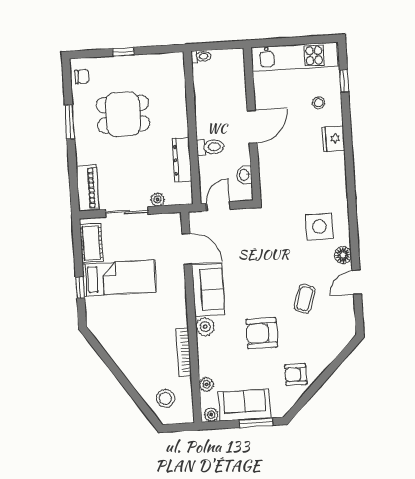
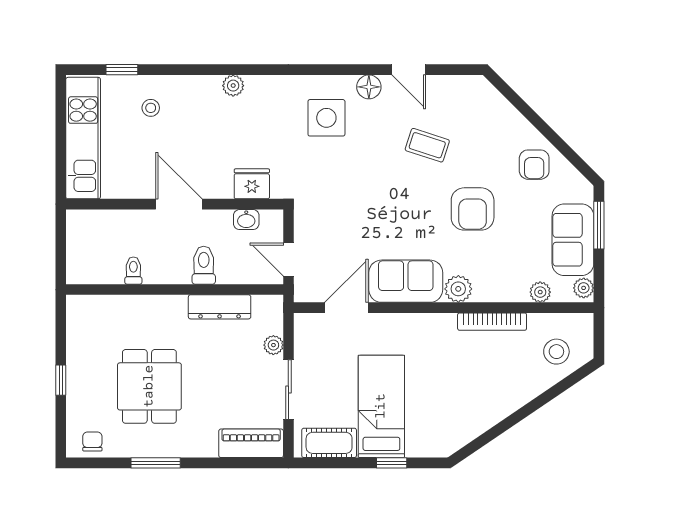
toilet: (201, 56) -> (133, 271), moved
fridge: (333, 139) -> (252, 184), moved, turned 180
plant: (338, 160) -> (233, 86), added

